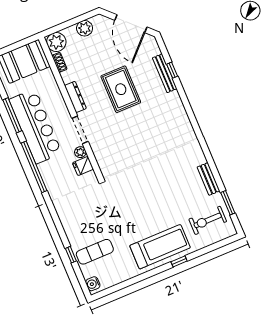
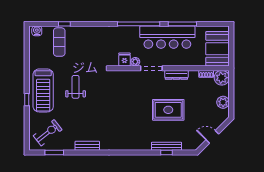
door: (131, 24) -> (212, 137), width x0.53
bench: (208, 179) -> (87, 146), moved
weight bench: (140, 210) -> (76, 87), added
exercise bike: (208, 220) -> (48, 133), turned 52

